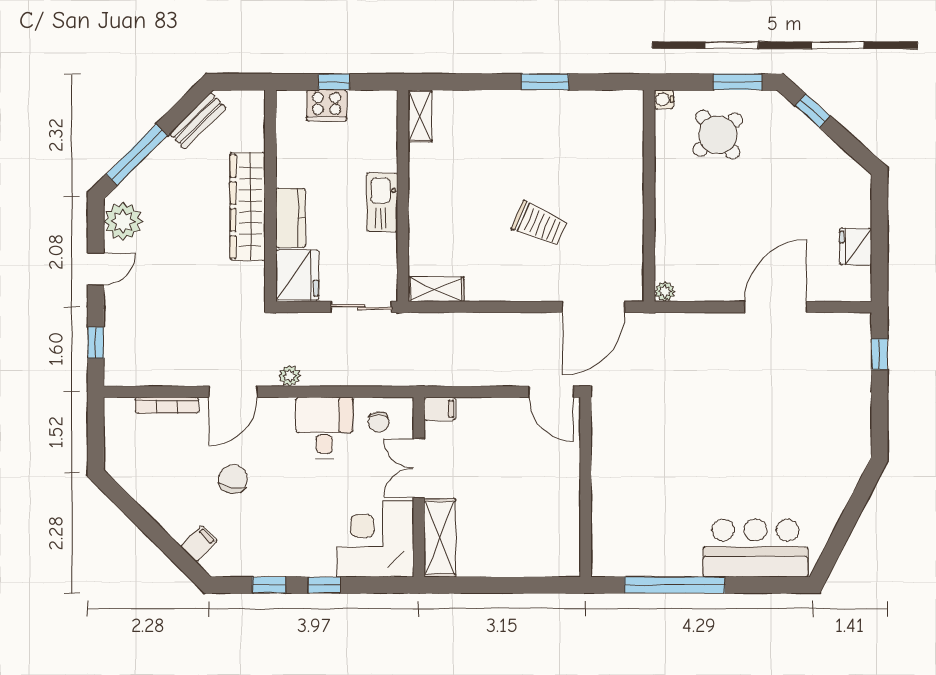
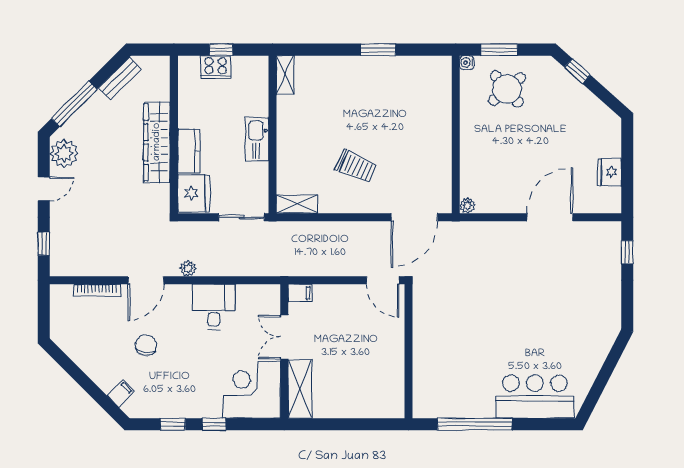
window: (738, 82) -> (499, 50), moved
trolley: (540, 224) -> (356, 166), moved
chair: (379, 422) -> (254, 303), removed

